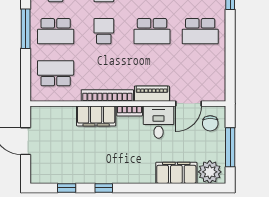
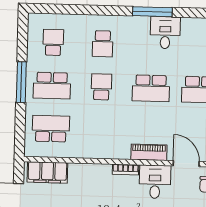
bookcase: (107, 95) -> (103, 153), removed
door: (189, 104) -> (186, 164), swing flipped
filing cabinet: (96, 116) -> (47, 172), moved

